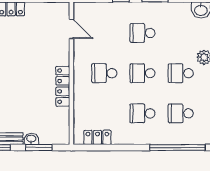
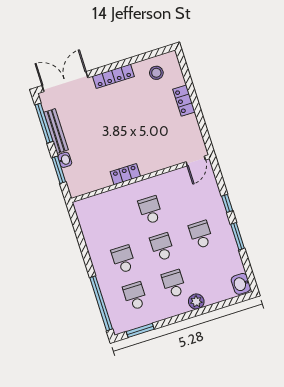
door: (71, 29) -> (196, 161), moved
locker: (63, 86) -> (125, 174), width x0.66
locker: (97, 137) -> (86, 223), removed

